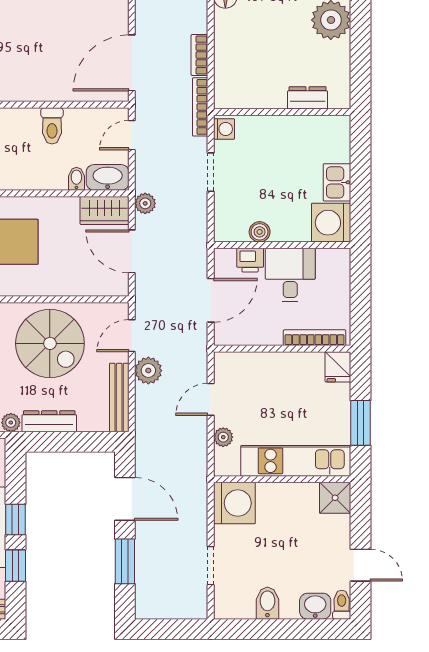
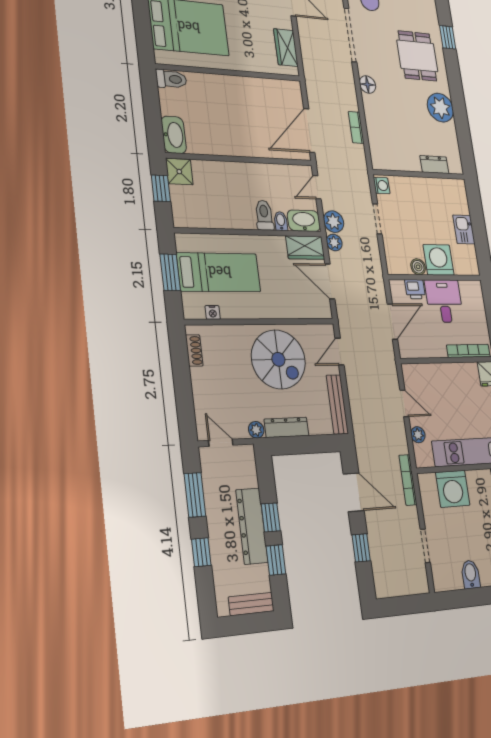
bookcase: (200, 107) -> (408, 480), moved
toilet: (52, 126) -> (264, 215), moved, turned 180
washing machine: (331, 223) -> (439, 260), moved, turned 90
plant: (148, 371) -> (334, 222), moved
door: (211, 399) -> (404, 403), swing flipped
washing machine: (234, 503) -> (453, 489), moved, turned 90
window: (125, 561) -> (361, 548), width x0.67

